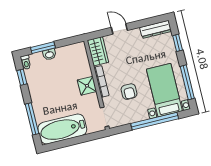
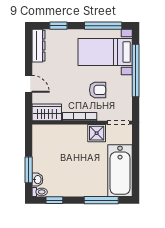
door: (119, 29) -> (29, 84), swing flipped
washbasin: (49, 54) -> (37, 180), moved
shower: (87, 86) -> (97, 133), moved

